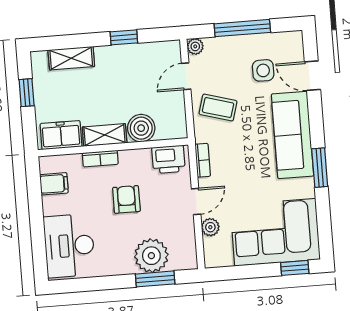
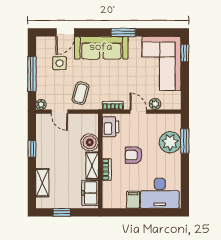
filing cabinet: (54, 184) -> (133, 200), moved

